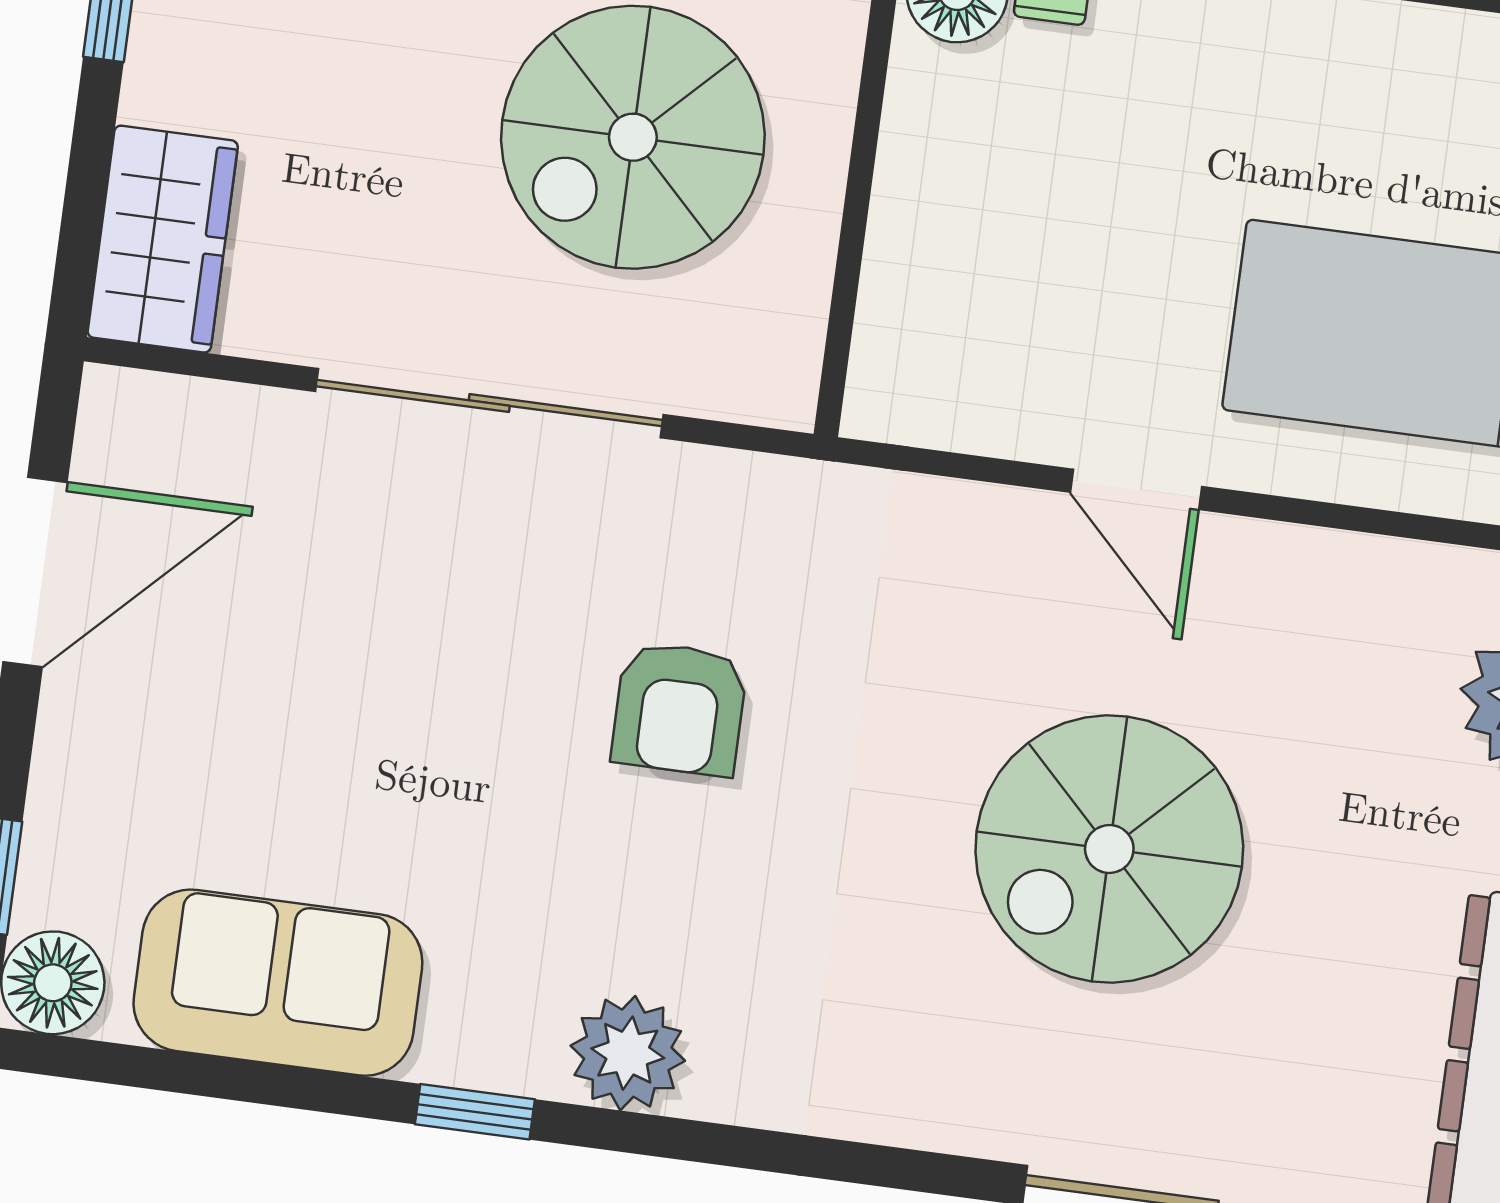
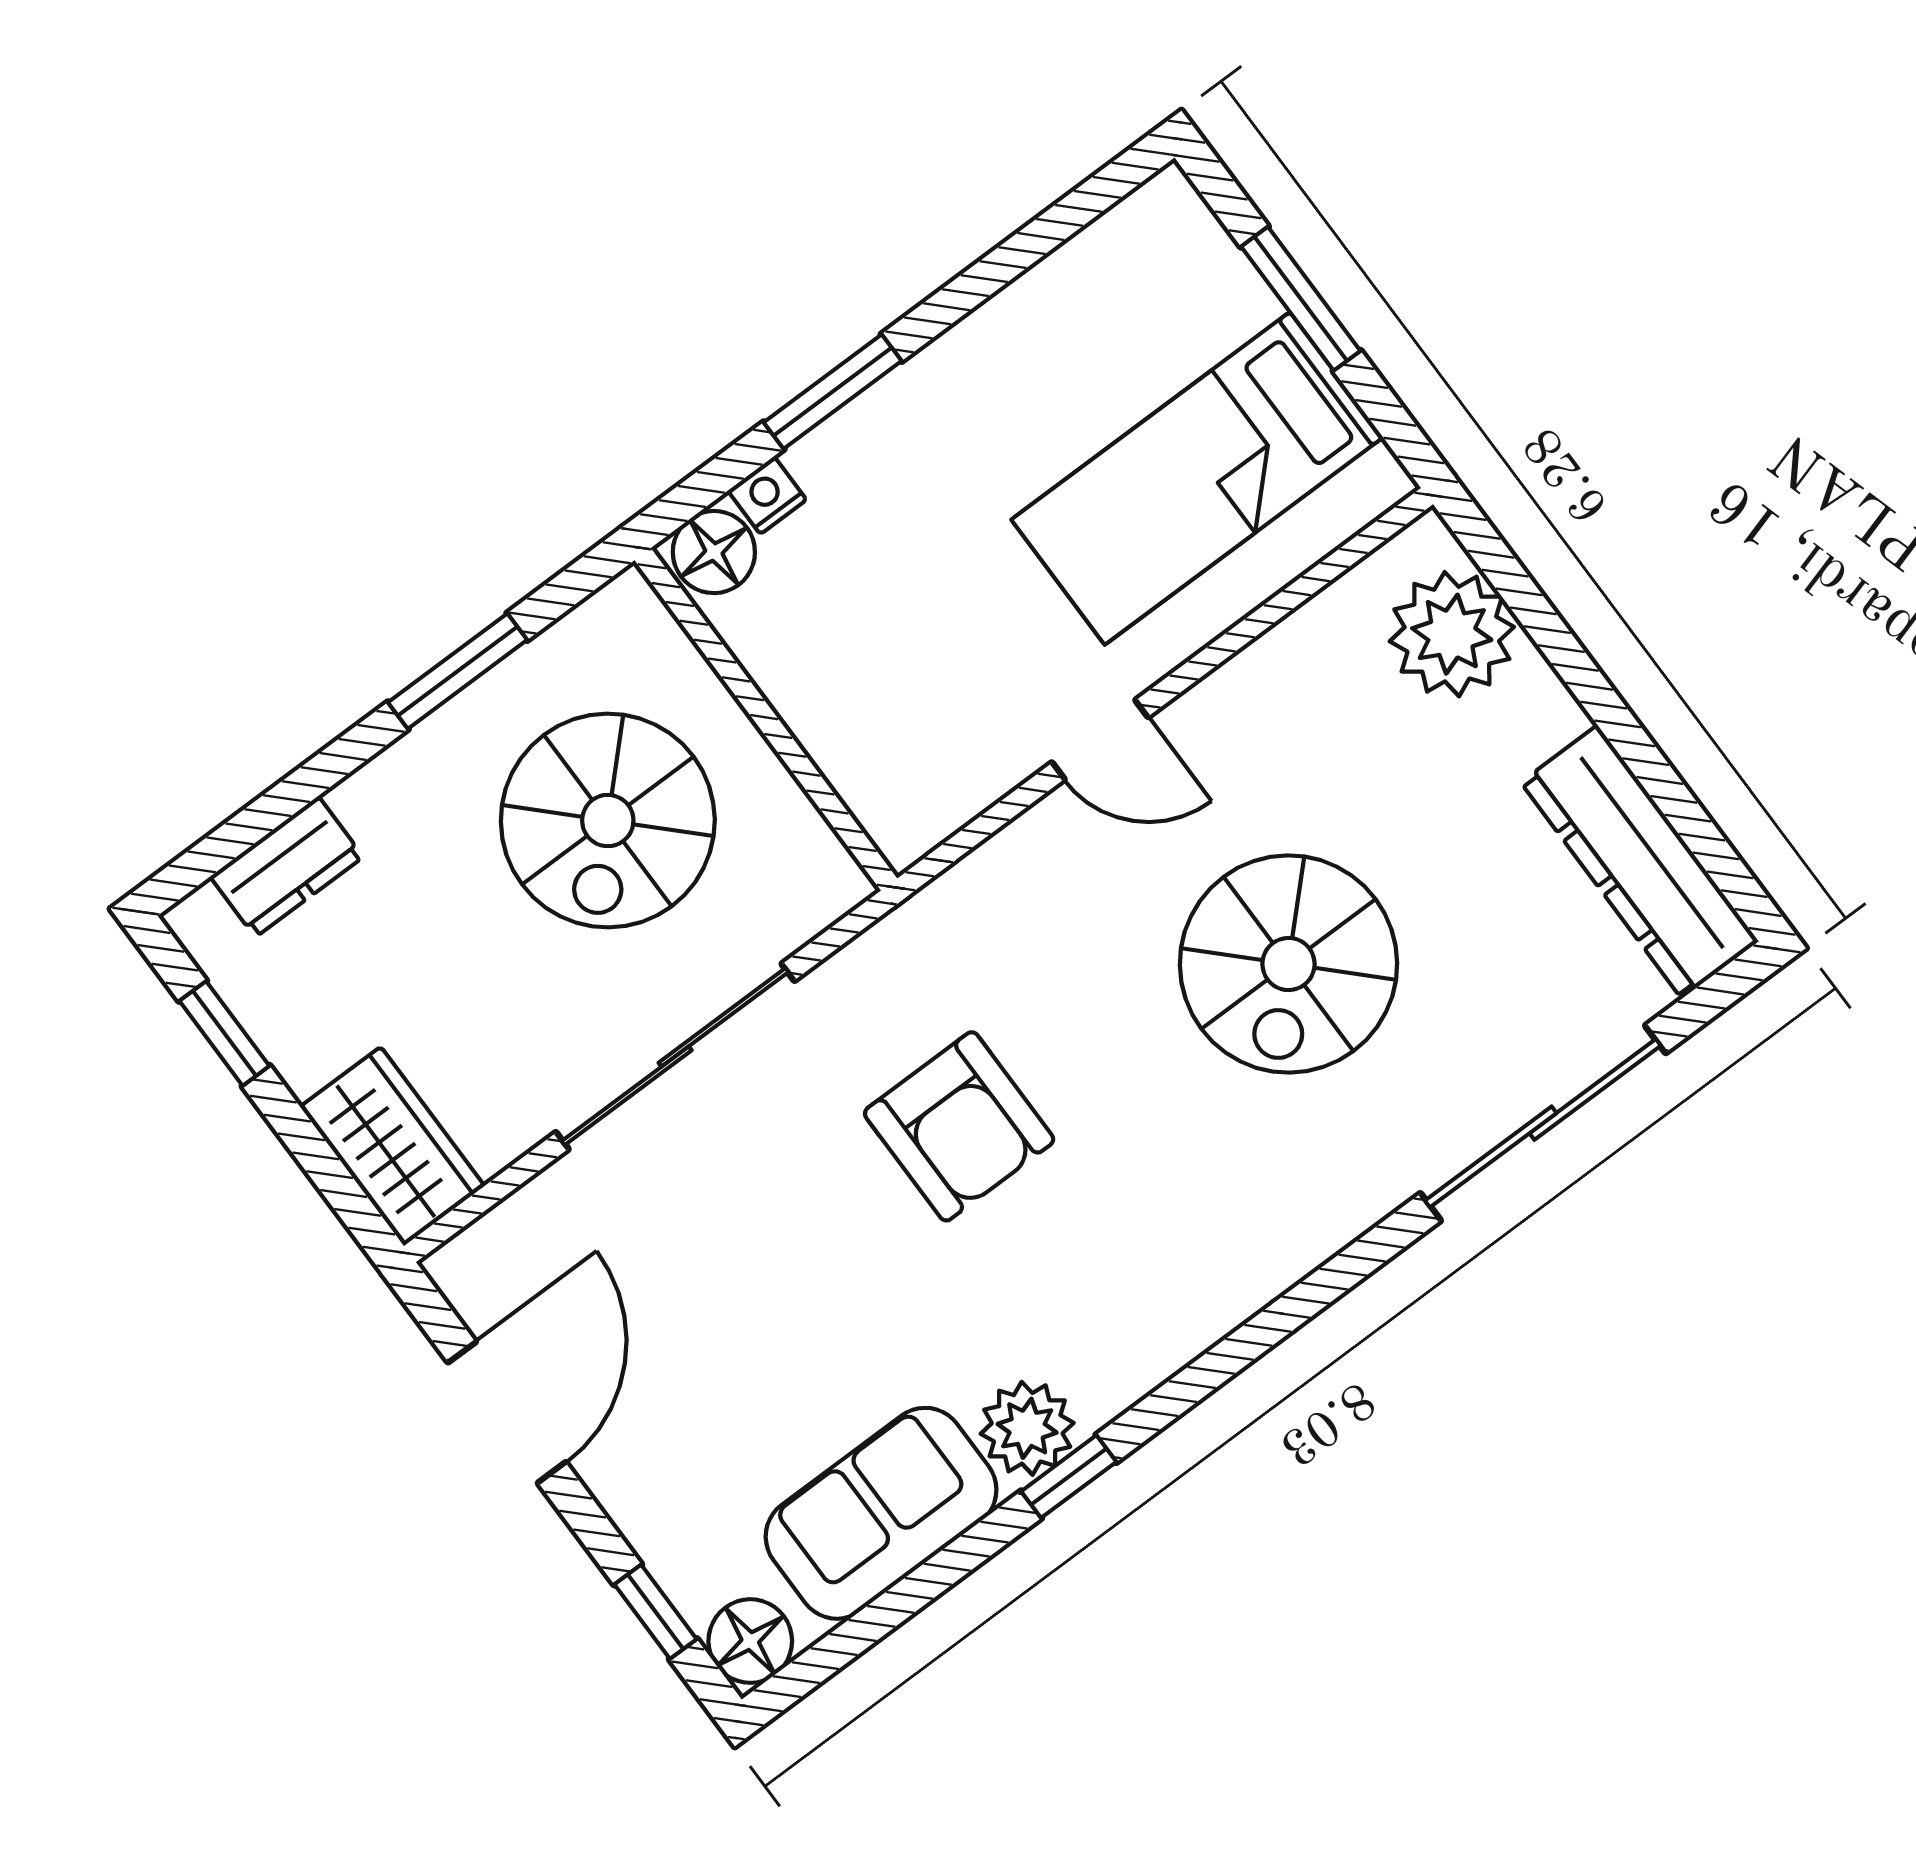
armchair: (679, 709) -> (959, 1126), width x1.38, depth x1.38
plant: (628, 1053) -> (1027, 1428), moved

